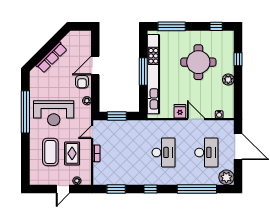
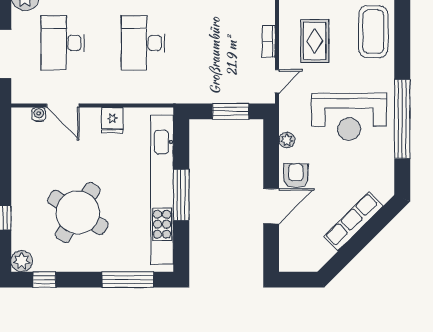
round table: (198, 62) -> (78, 212), turned 32
plant: (228, 80) -> (22, 261), moved
reception desk: (54, 113) -> (349, 117), turned 180
door: (196, 119) -> (63, 106), moved
coffee table: (50, 152) -> (373, 32), moved

